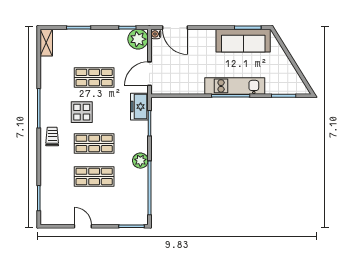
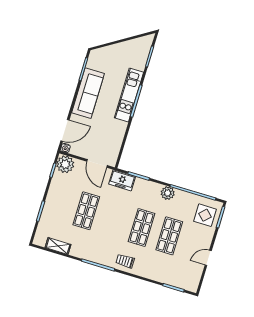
sofa: (243, 41) -> (88, 93), moved
shelving: (46, 43) -> (58, 246), moved
display table: (82, 112) -> (205, 215), moved

